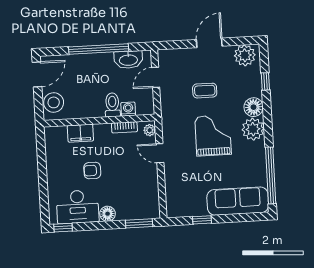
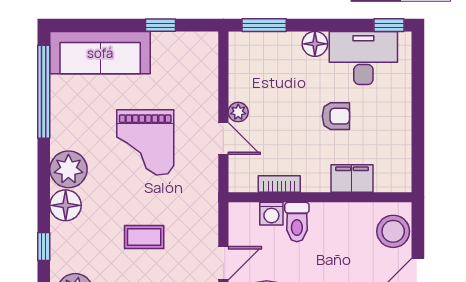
plant: (150, 130) -> (238, 112), moved
grand piano: (213, 136) -> (145, 142), moved

